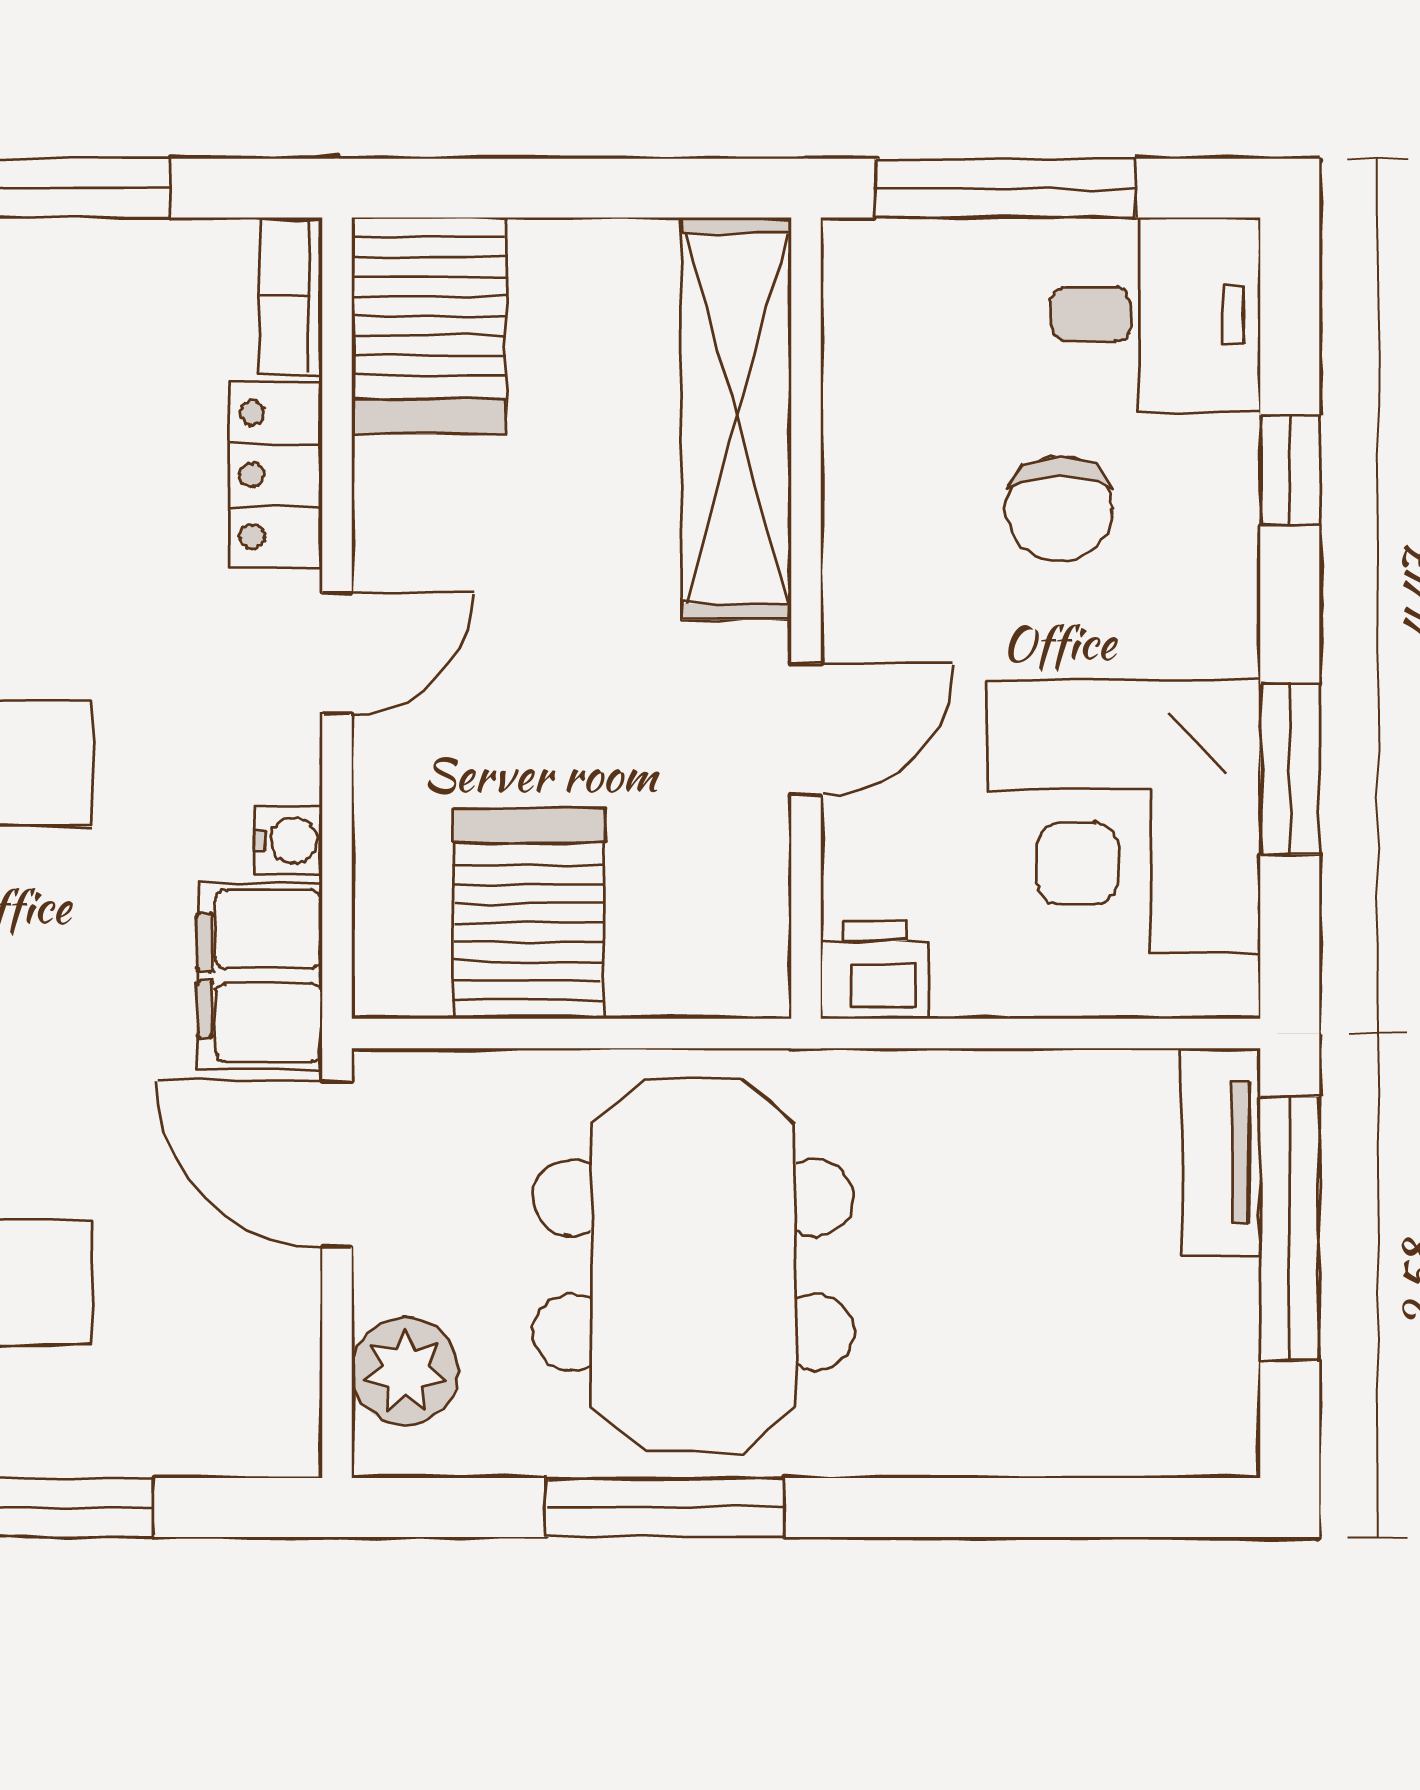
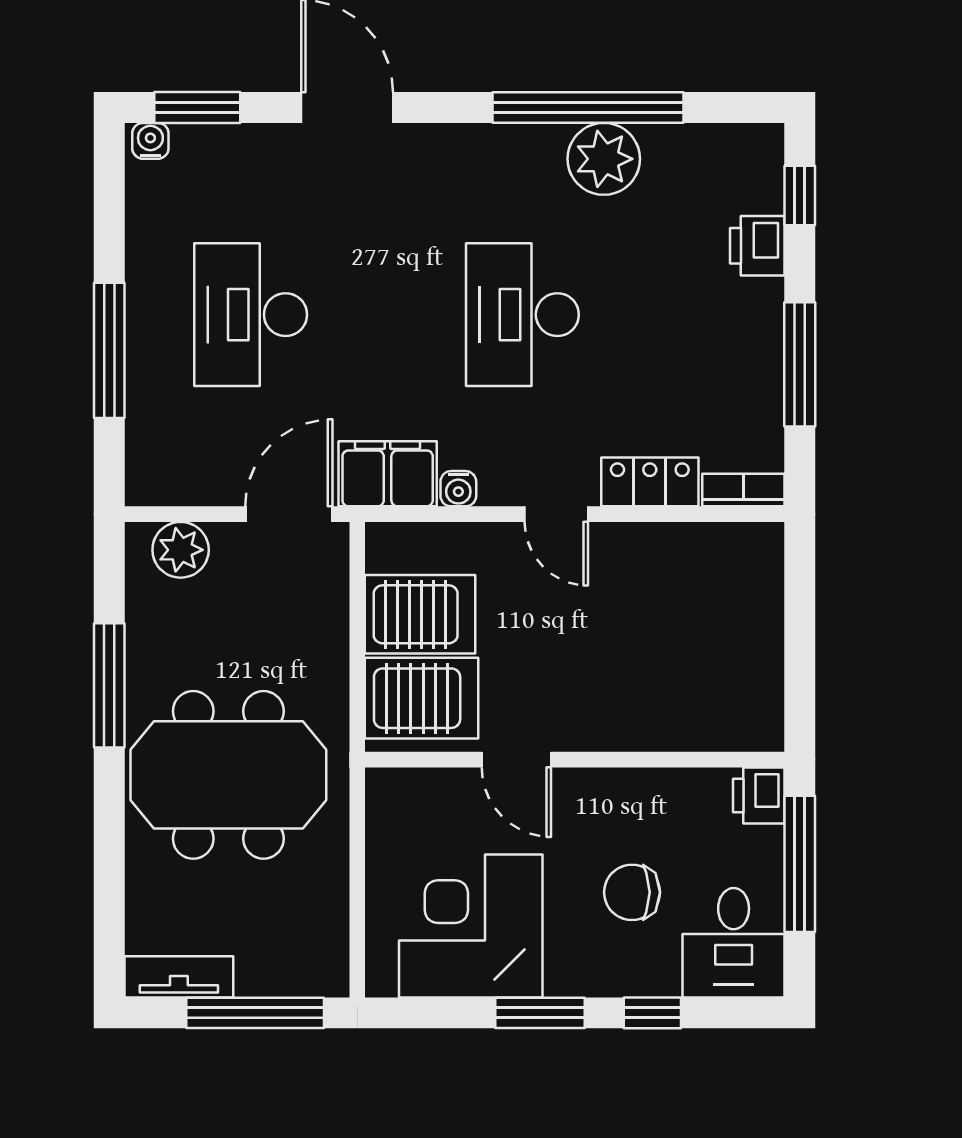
server rack: (429, 326) -> (422, 698), moved, turned 180
shelving: (736, 419) -> (679, 723), removed
window: (1290, 769) -> (540, 1013), moved
printer: (875, 970) -> (759, 796), moved, turned 180
tv unit: (1221, 1152) -> (179, 977), moved
meeting table: (693, 1265) -> (228, 775), moved

